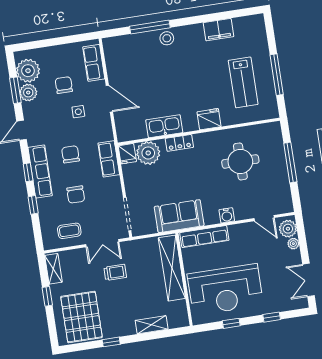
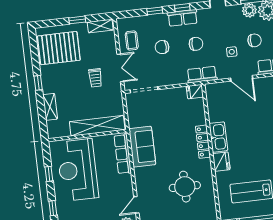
door: (109, 99) -> (242, 78), hinge flipped
kitchen sink: (164, 126) -> (218, 137), moved
locker: (179, 143) -> (203, 142), width x1.53
plant: (148, 153) -> (195, 109), removed
row of seats: (109, 159) -> (202, 75), moved
row of seats: (40, 171) -> (183, 18), width x0.68
water cooler: (227, 215) -> (140, 173), removed
sofa: (179, 216) -> (142, 147), moved
double door: (102, 243) -> (120, 68), swing flipped
window: (111, 342) -> (38, 83), moved

